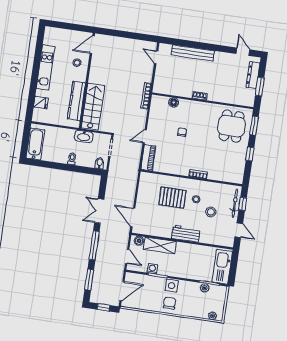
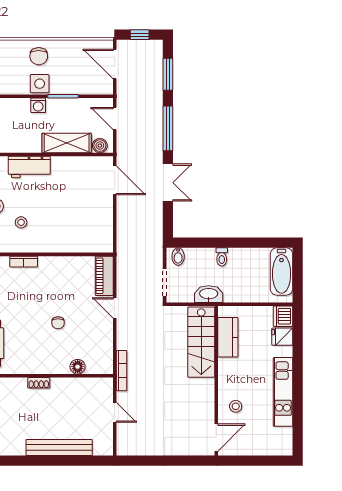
door: (156, 57) -> (115, 412), moved
kitchen counter: (76, 101) -> (228, 337), width x0.67
dishwasher: (39, 115) -> (283, 316), added
door: (145, 136) -> (115, 308), swing flipped
pallet: (172, 198) -> (58, 220), removed
washing machine: (152, 269) -> (38, 105), moved
door: (122, 291) -> (115, 64), hinge flipped

